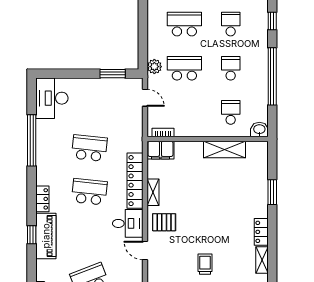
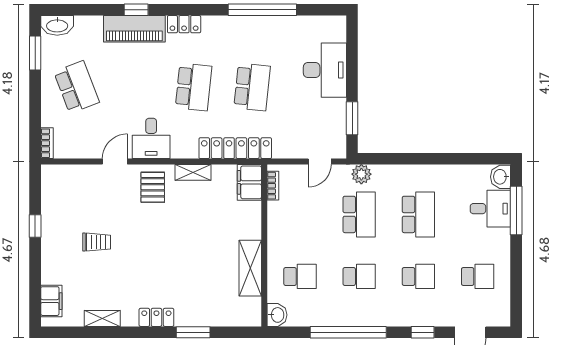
desk: (52, 98) -> (325, 70), moved, turned 90
locker: (135, 181) -> (235, 148), moved
locker: (261, 232) -> (156, 317), moved

